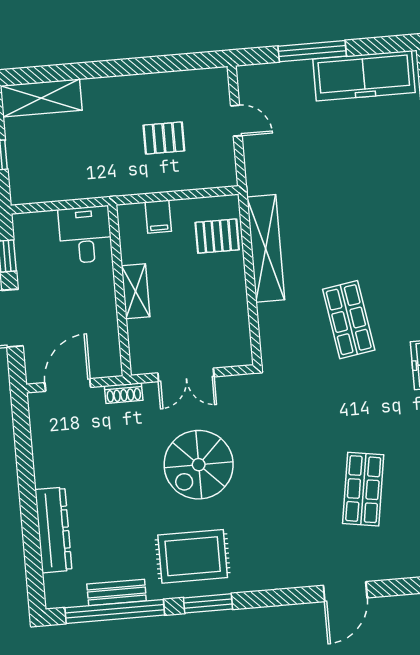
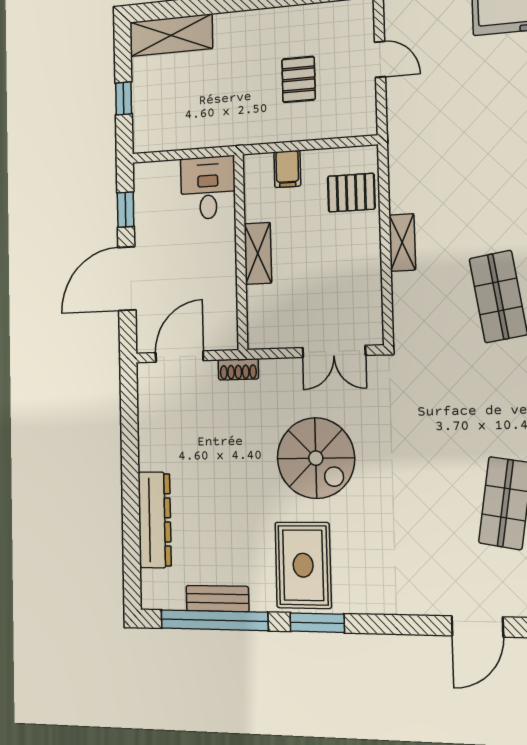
pallet: (164, 138) -> (299, 79), turned 90
shelving: (266, 248) -> (402, 242), width x0.45, depth x0.75
double door: (186, 375) -> (334, 351), moved
spiral stairs: (199, 465) -> (316, 458), turned -90
rug: (193, 556) -> (303, 565), turned 90

